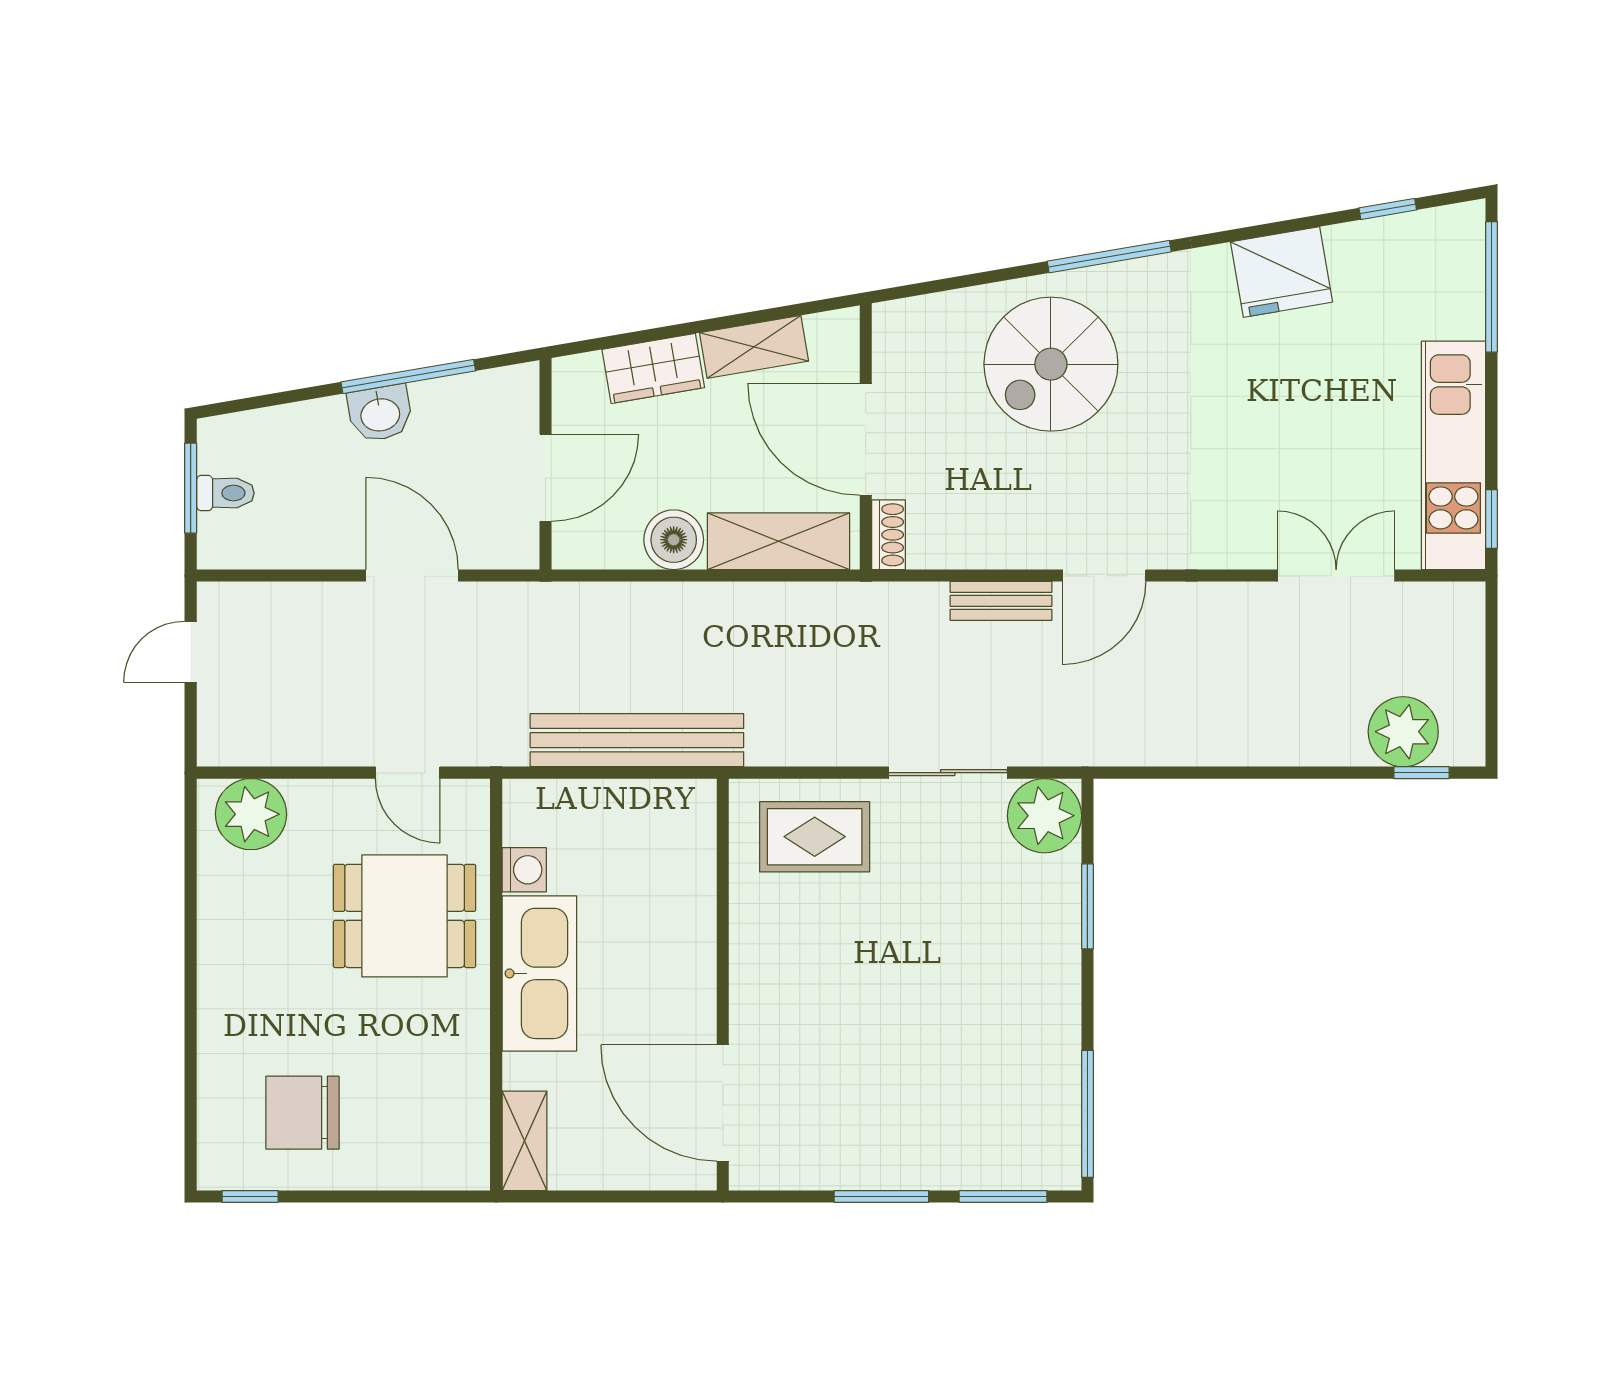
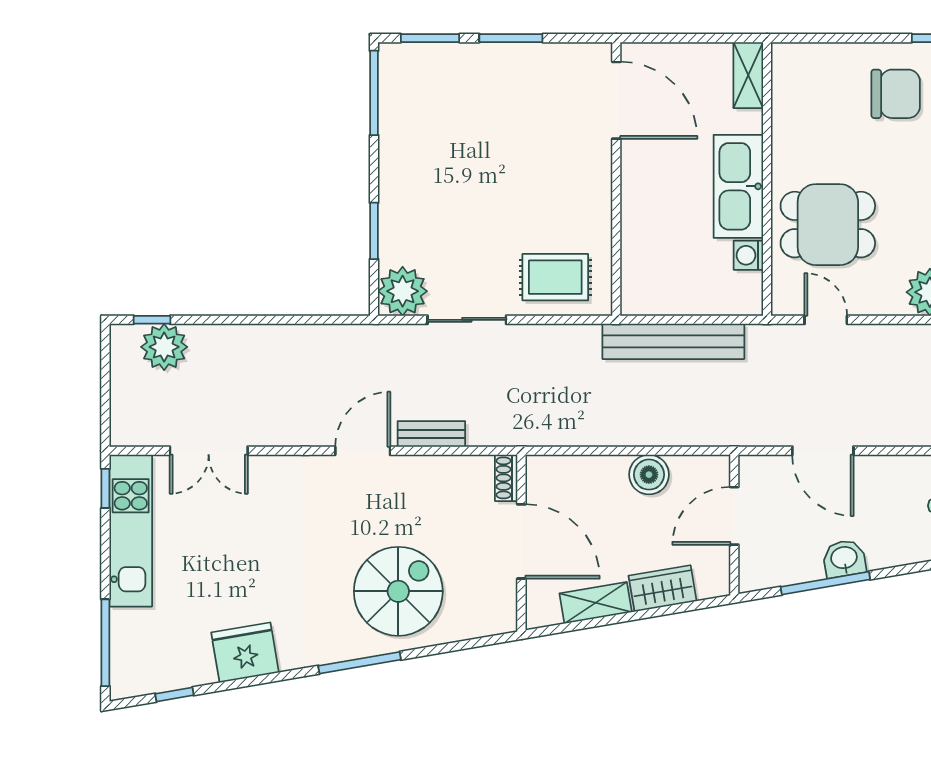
shelving: (779, 541) -> (579, 474), removed

